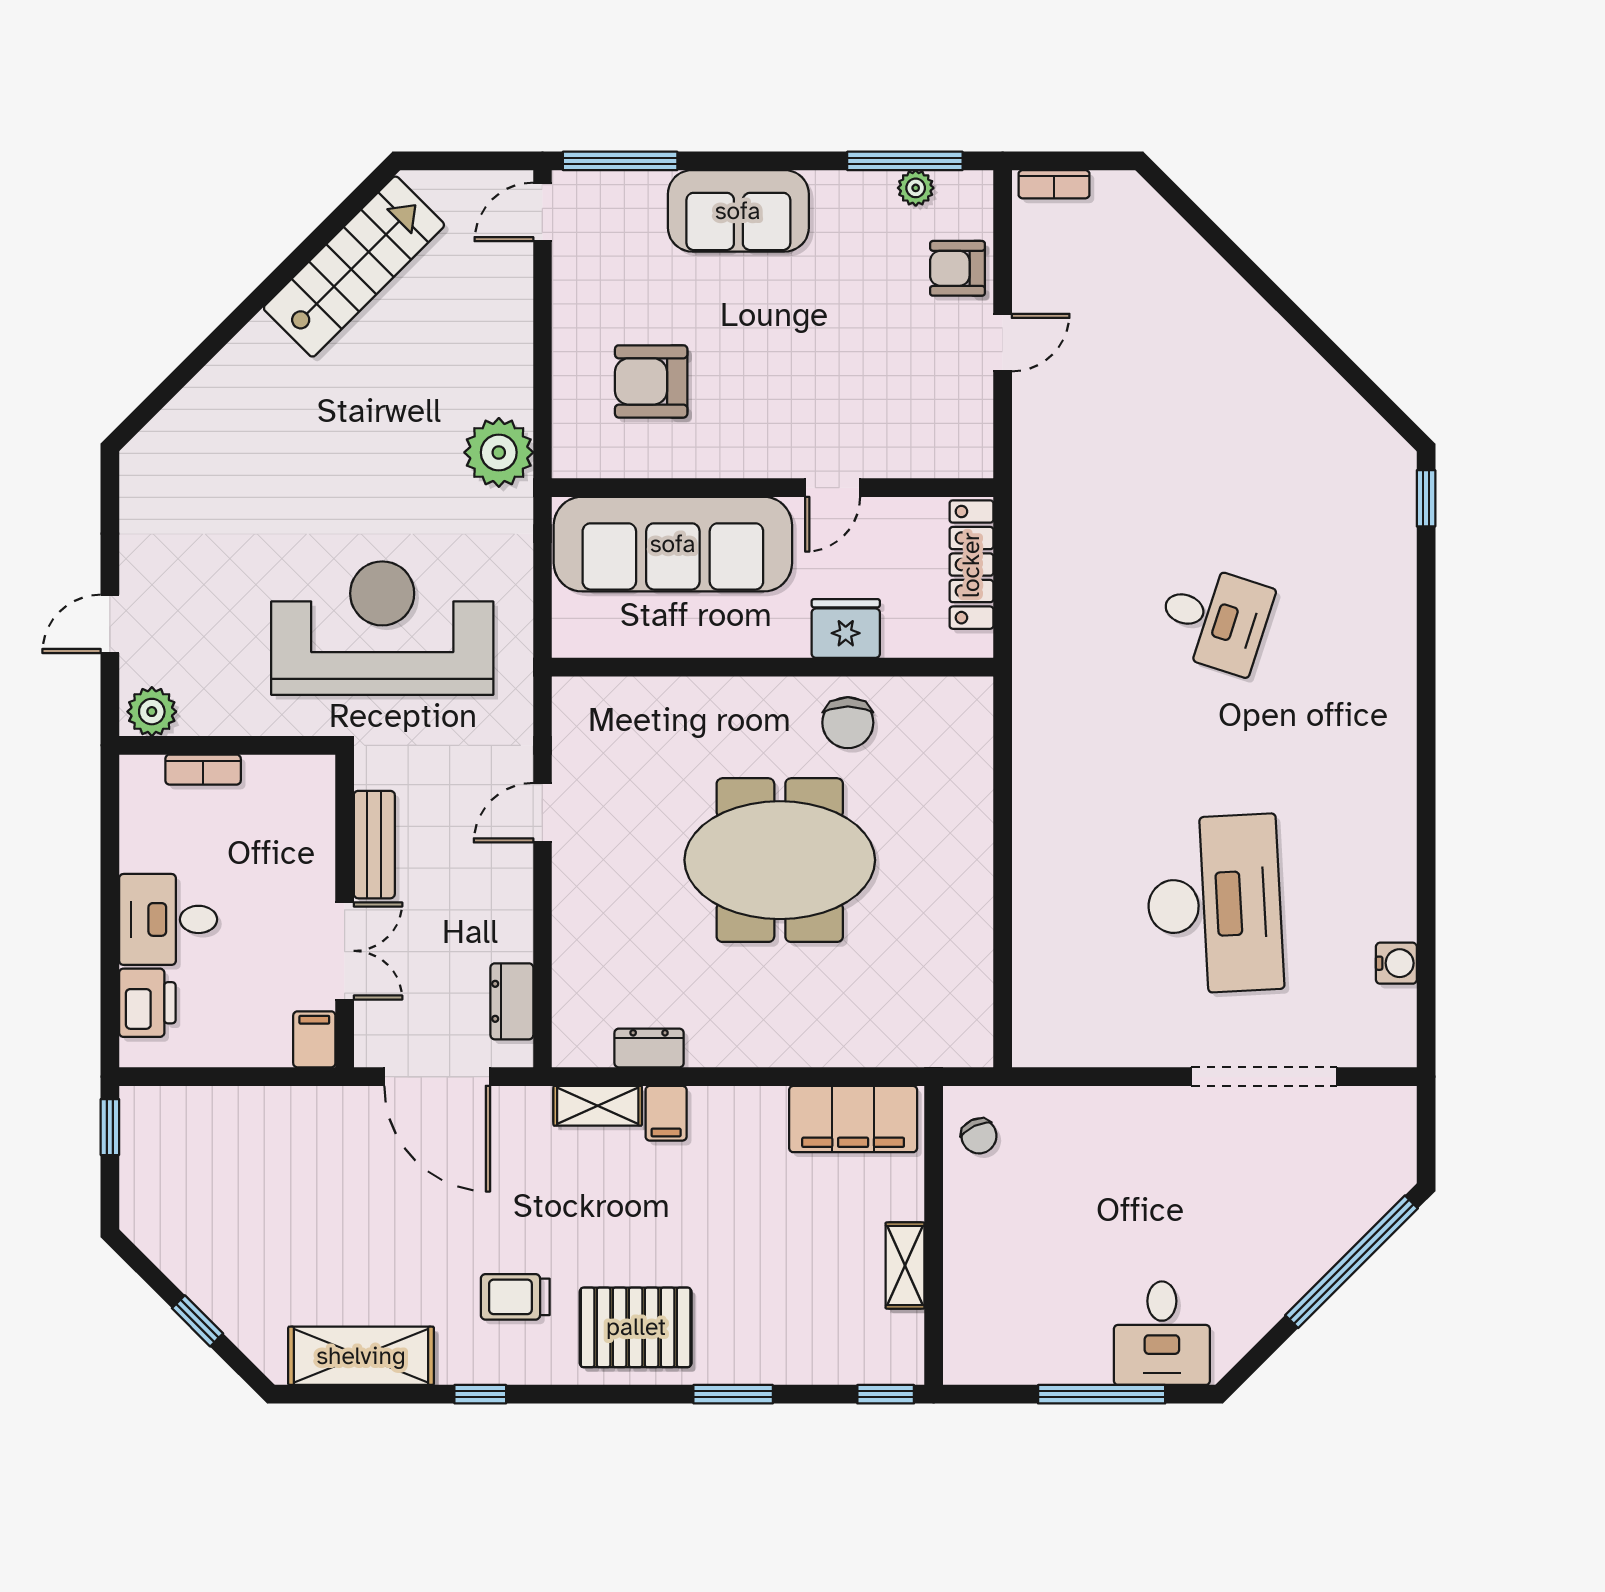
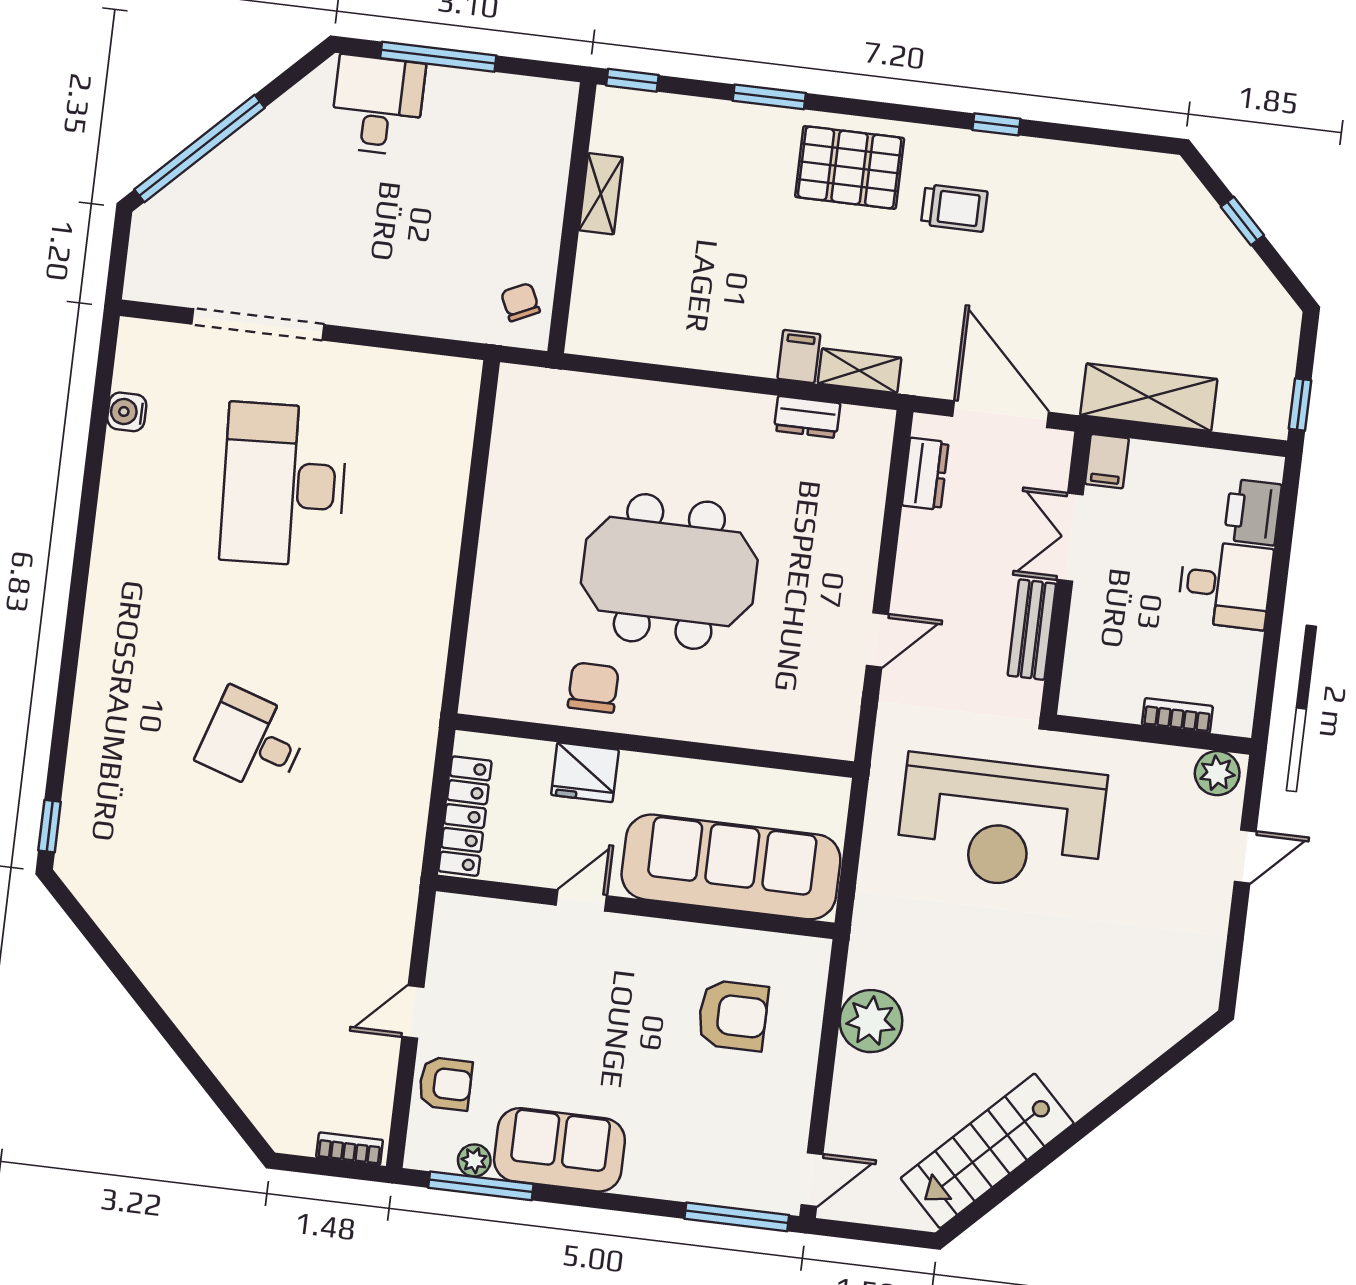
sofa: (738, 211) -> (559, 1150), moved
plant: (499, 452) -> (871, 1021), moved
filing cabinet: (853, 1119) -> (632, 331), removed
shelving: (361, 1356) -> (1149, 397), moved

